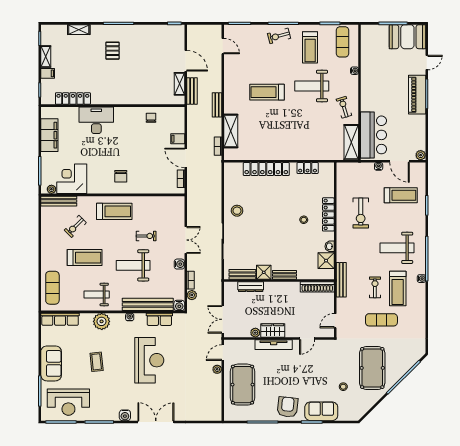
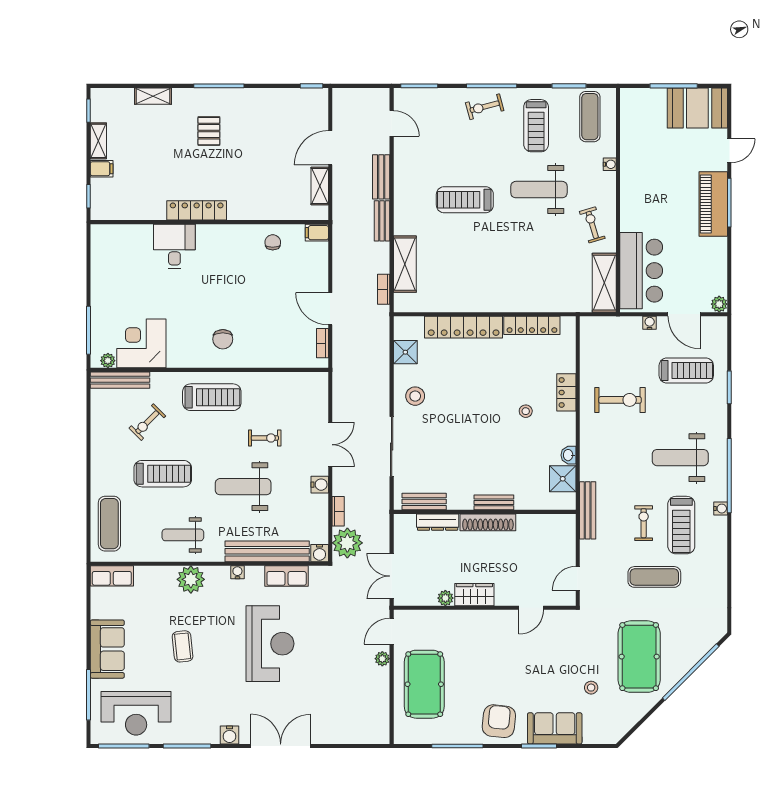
door: (186, 61) -> (330, 148), swing flipped
bench: (192, 91) -> (381, 177), moved
locker: (73, 99) -> (197, 210), moved
desk: (96, 120) -> (174, 246), width x0.73
filing cabinet: (49, 135) -> (104, 271), removed
filing cabinet: (178, 139) -> (317, 233), moved
locker: (308, 168) -> (532, 325), width x1.53
exercise bike: (361, 213) -> (620, 400), turned -90
locker: (328, 214) -> (566, 392), width x0.66
shower: (264, 272) -> (405, 352), moved
shoe rack: (317, 287) -> (488, 522), moved
plant: (192, 295) -> (347, 543), width x1.88, depth x1.88
row of seats: (60, 319) -> (112, 576), width x0.68
tv unit: (274, 345) -> (476, 618), removed

